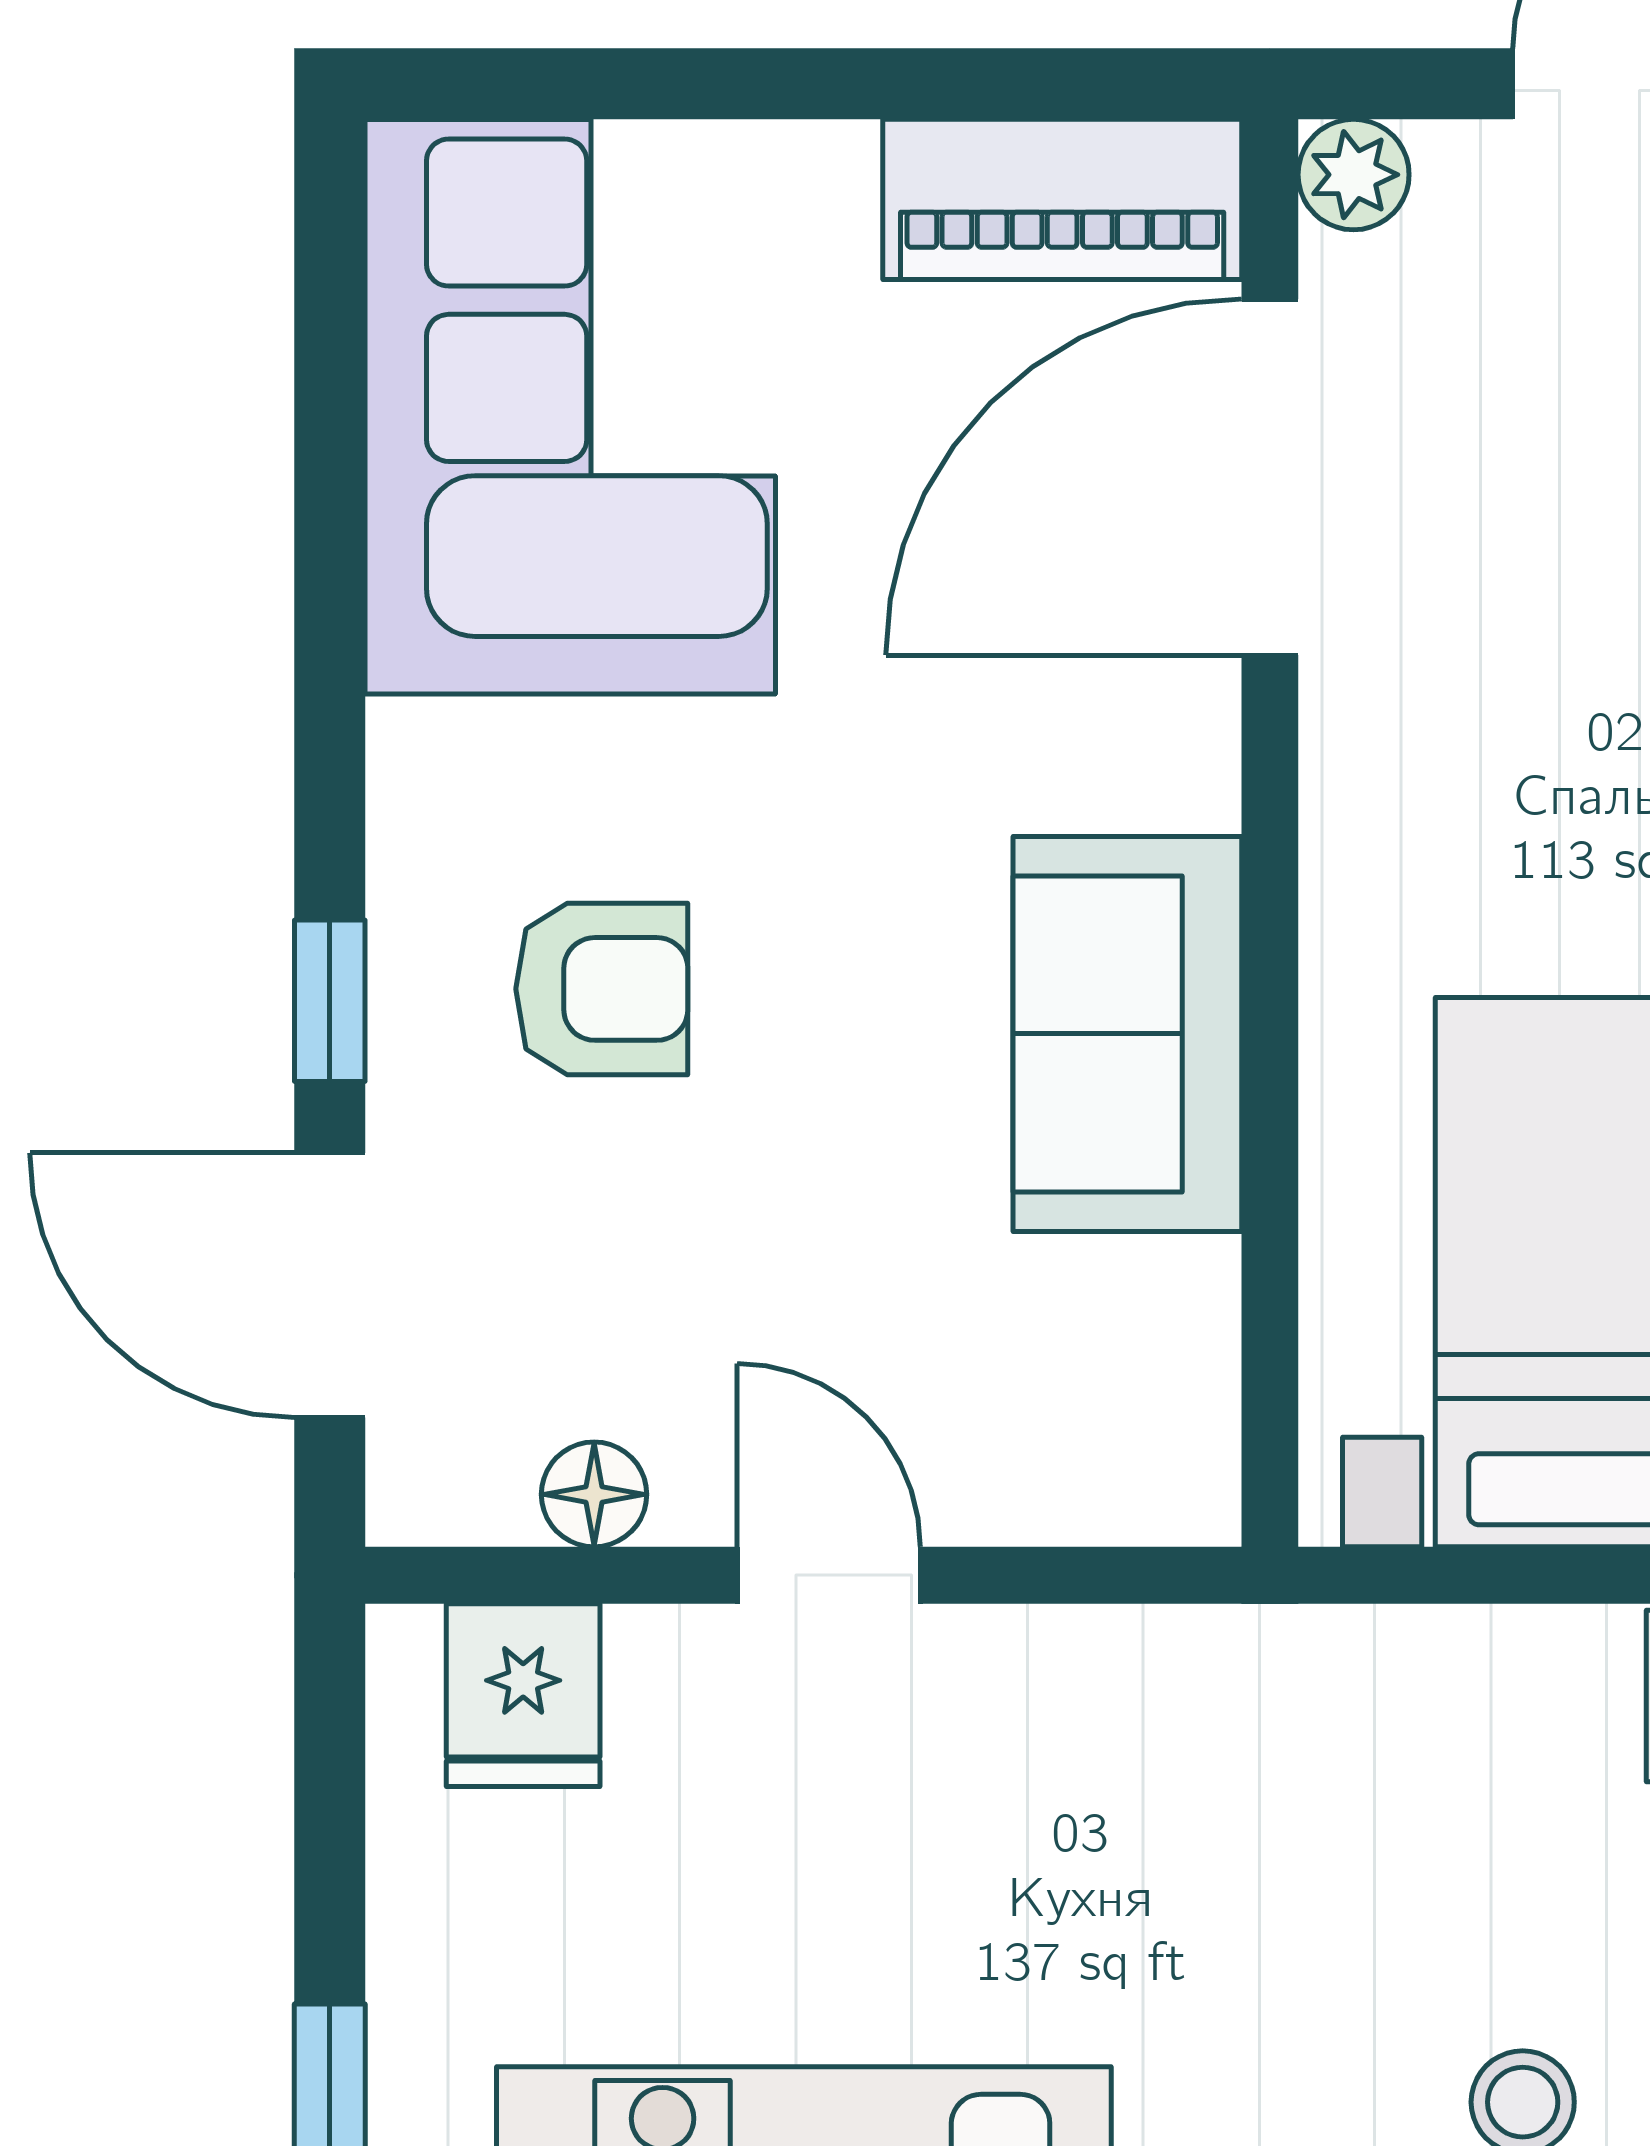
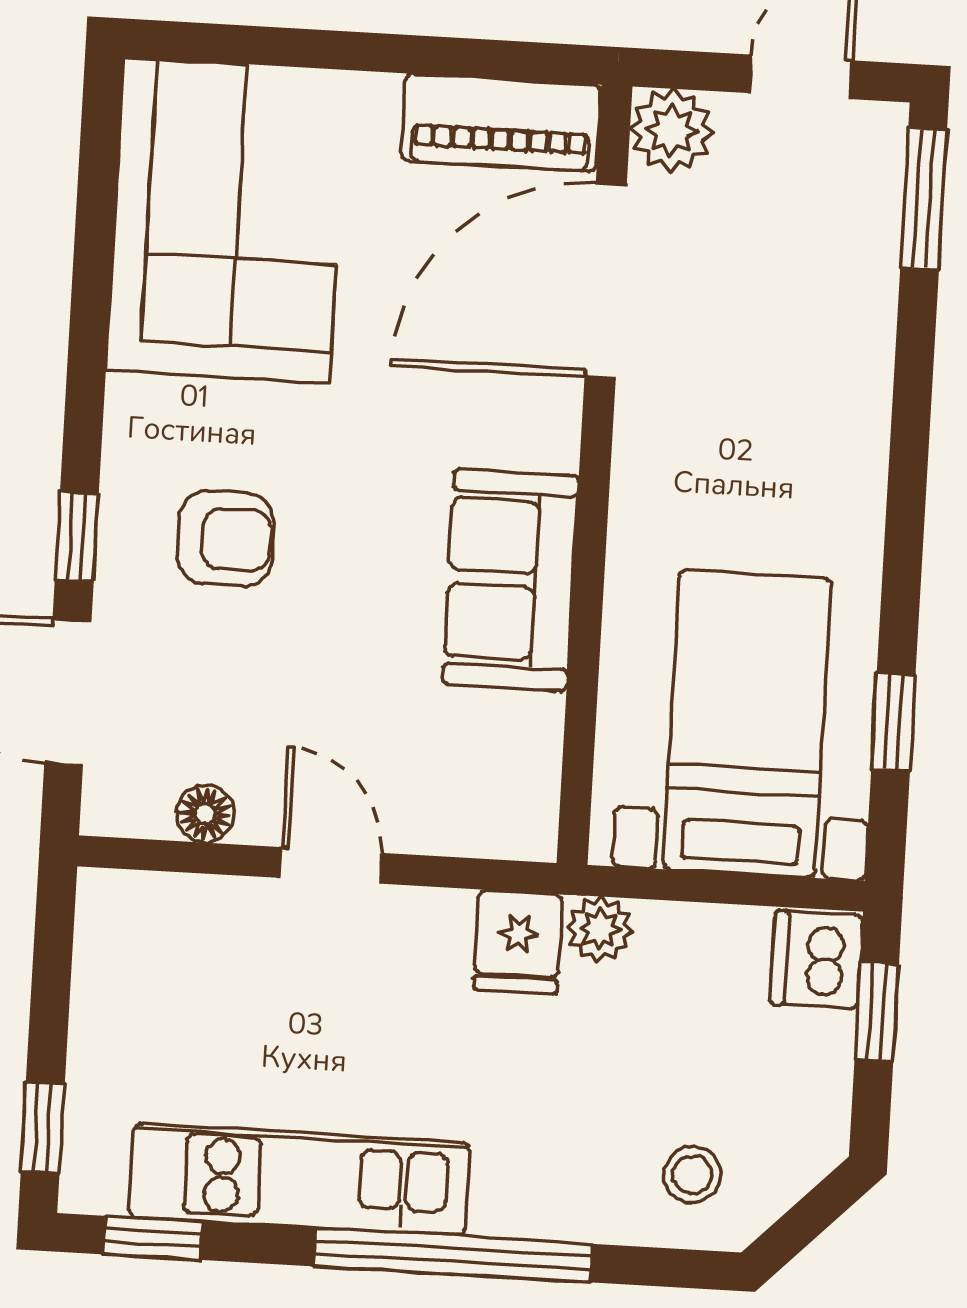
plant: (1354, 175) -> (672, 130), width x1.38, depth x1.38
plant: (1327, 1664) -> (600, 929), added
fridge: (523, 1695) -> (518, 942), moved

